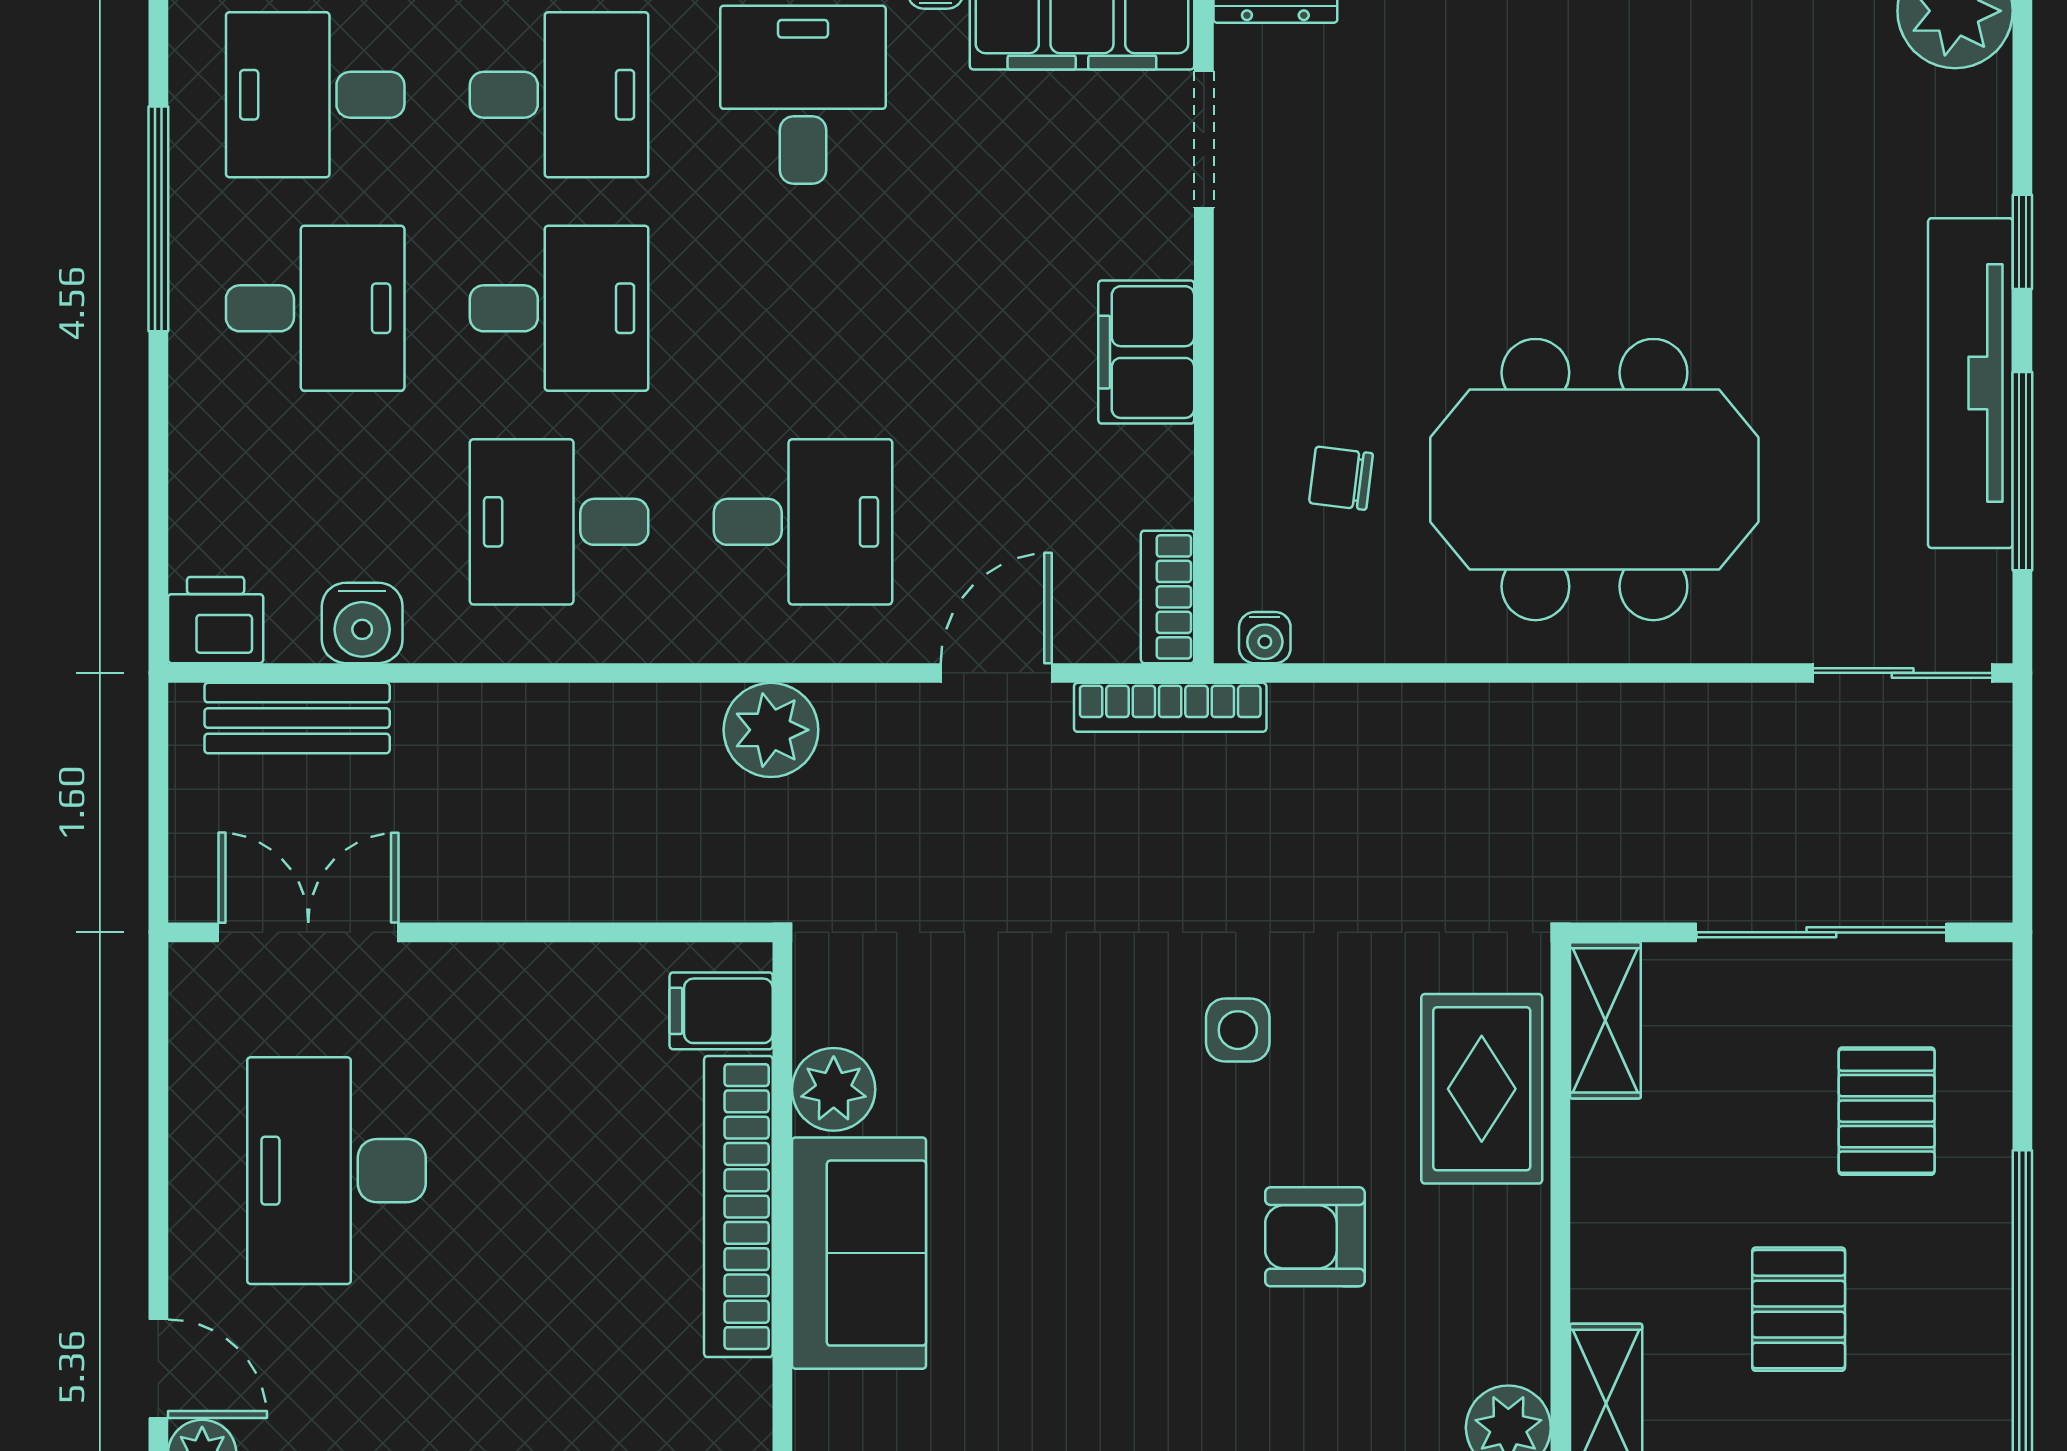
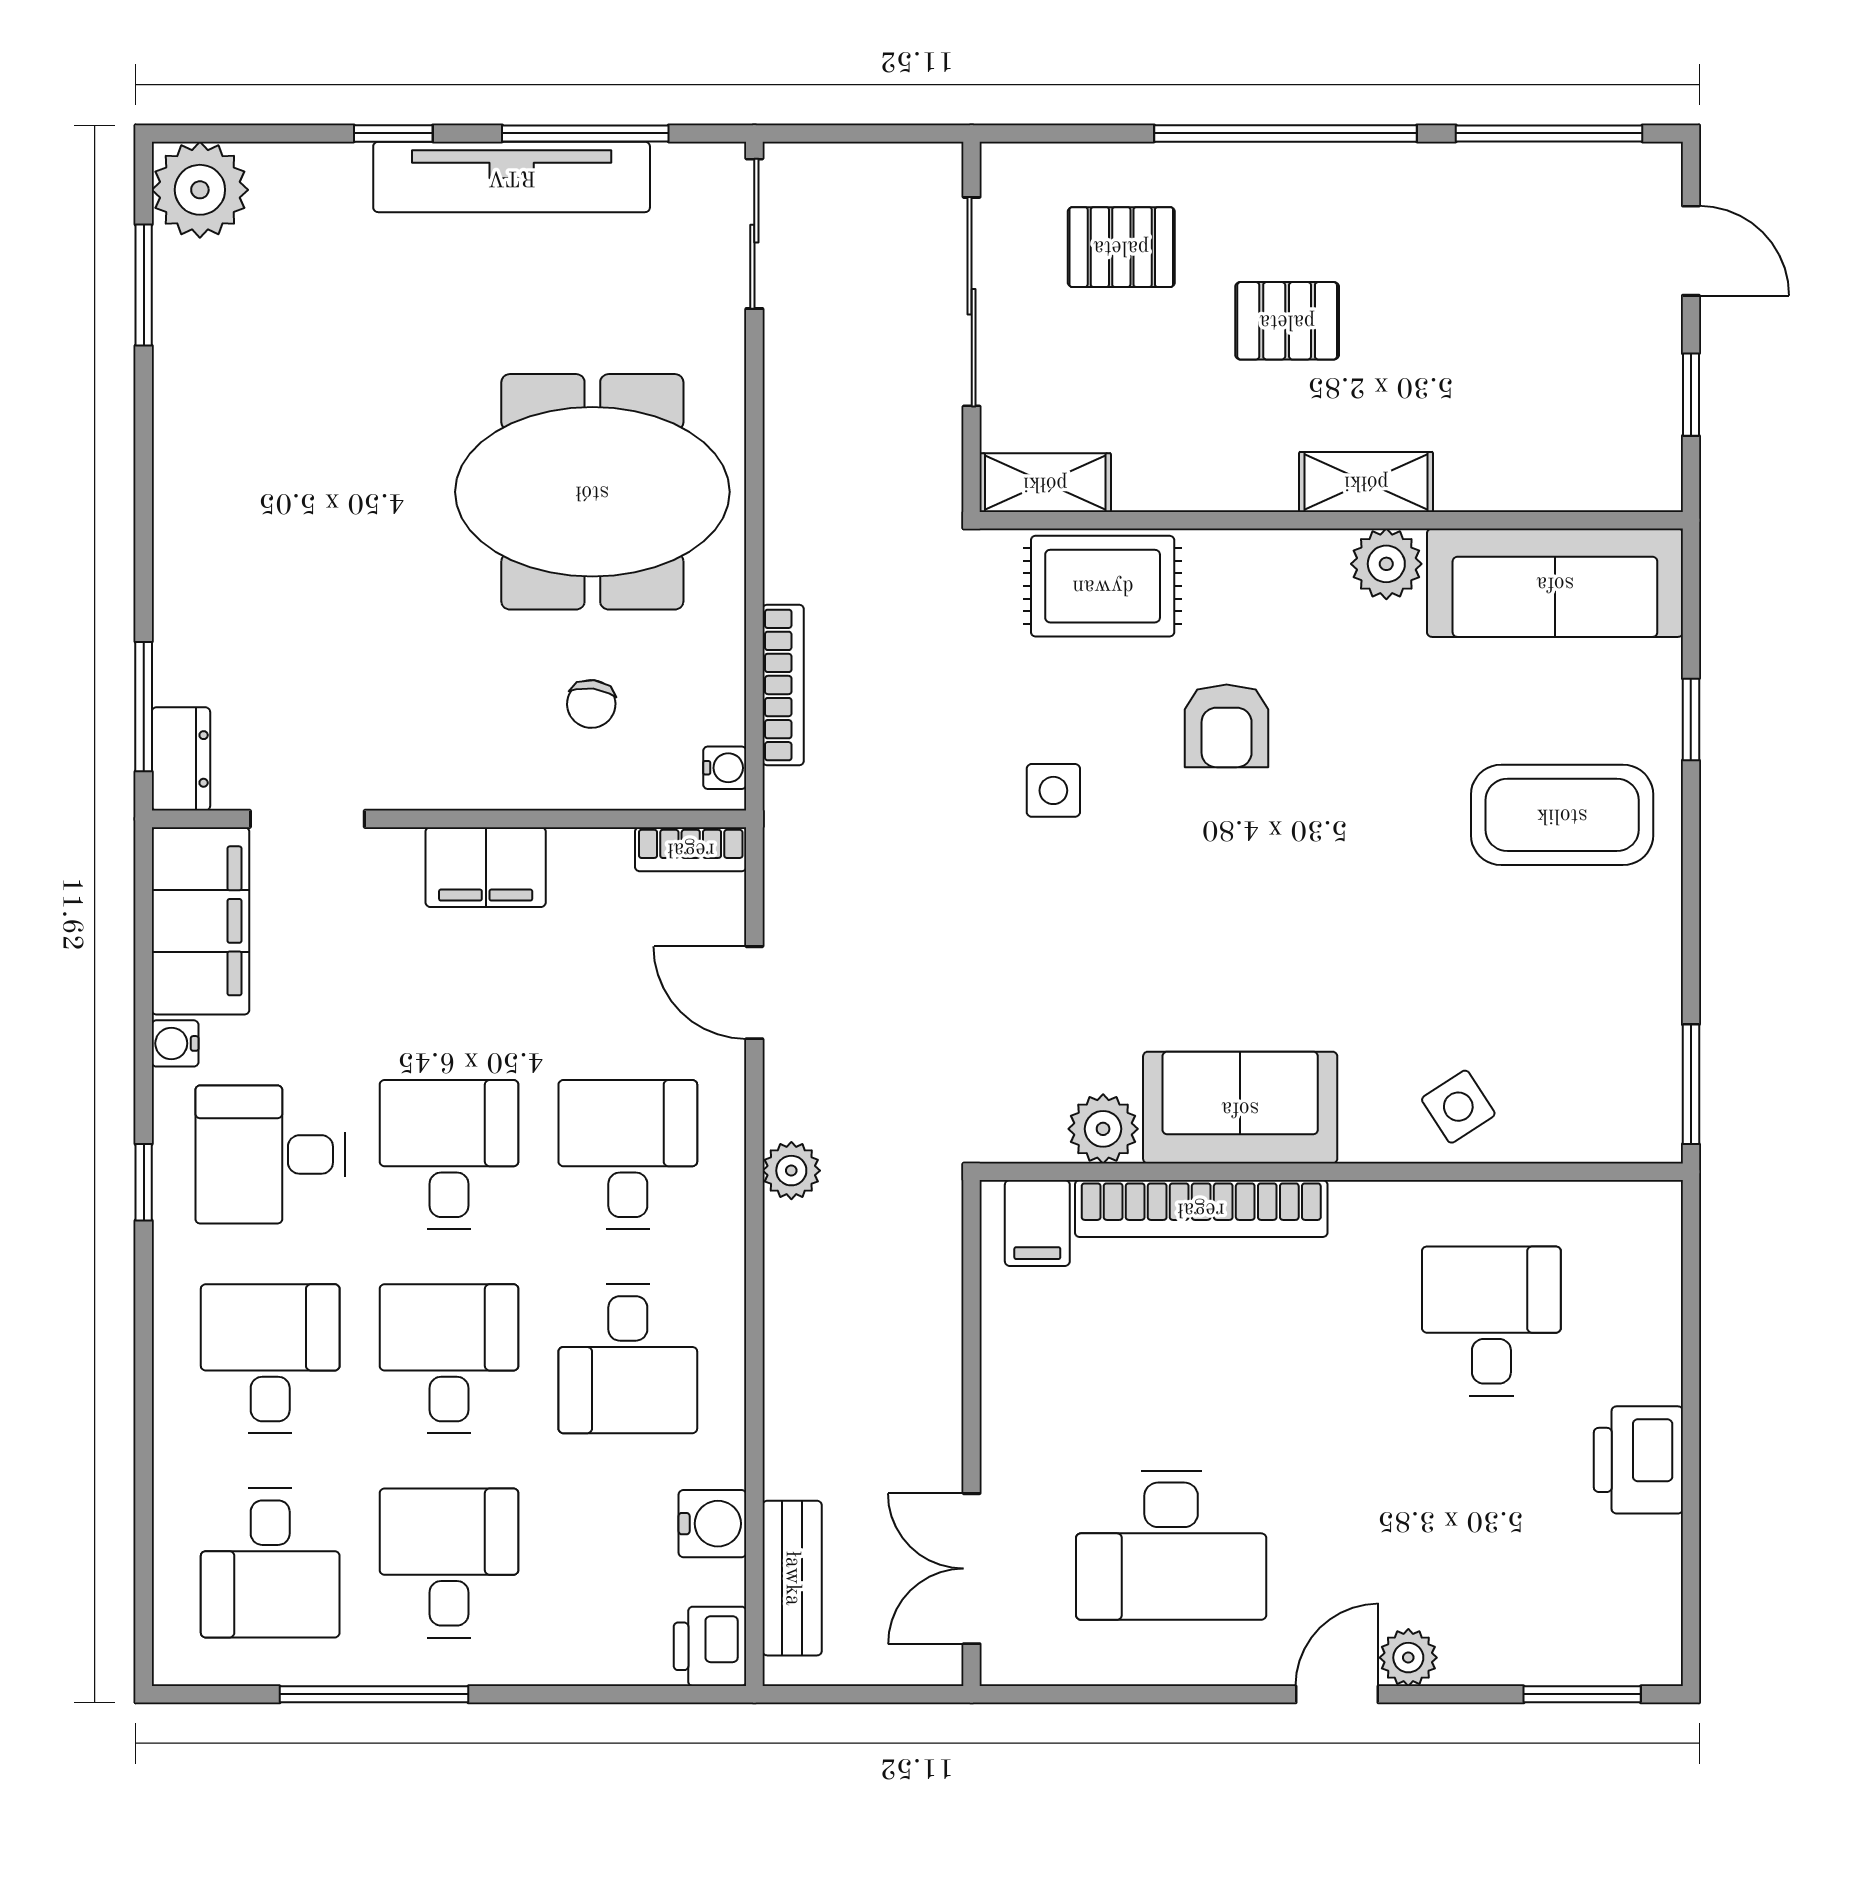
desk: (803, 308) -> (449, 1154), added
meeting table: (1594, 480) -> (592, 492), turned 90
bookcase: (1170, 707) -> (783, 685), moved
plant: (771, 730) -> (791, 1171), width x0.73, depth x0.73

